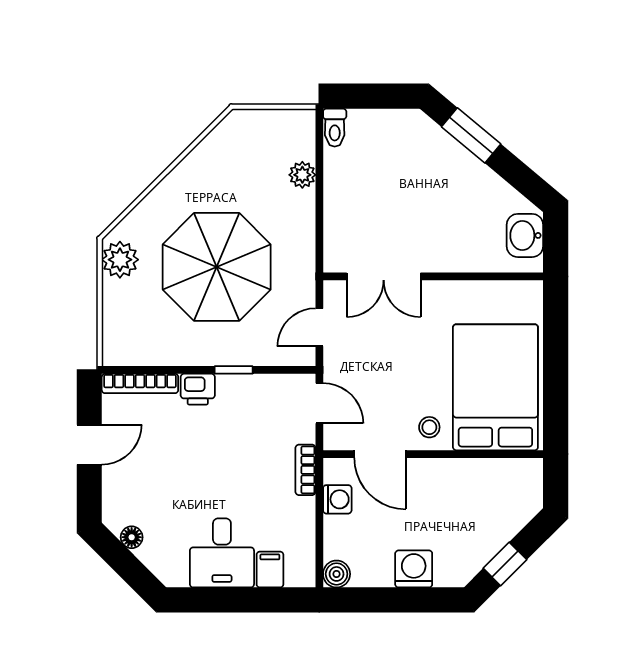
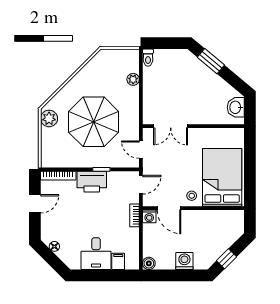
door: (319, 327) -> (141, 150), hinge flipped
printer: (198, 389) -> (92, 182), width x1.87, depth x1.48
door: (319, 403) -> (141, 185), hinge flipped
washing machine: (337, 499) -> (149, 216), moved, turned 90

